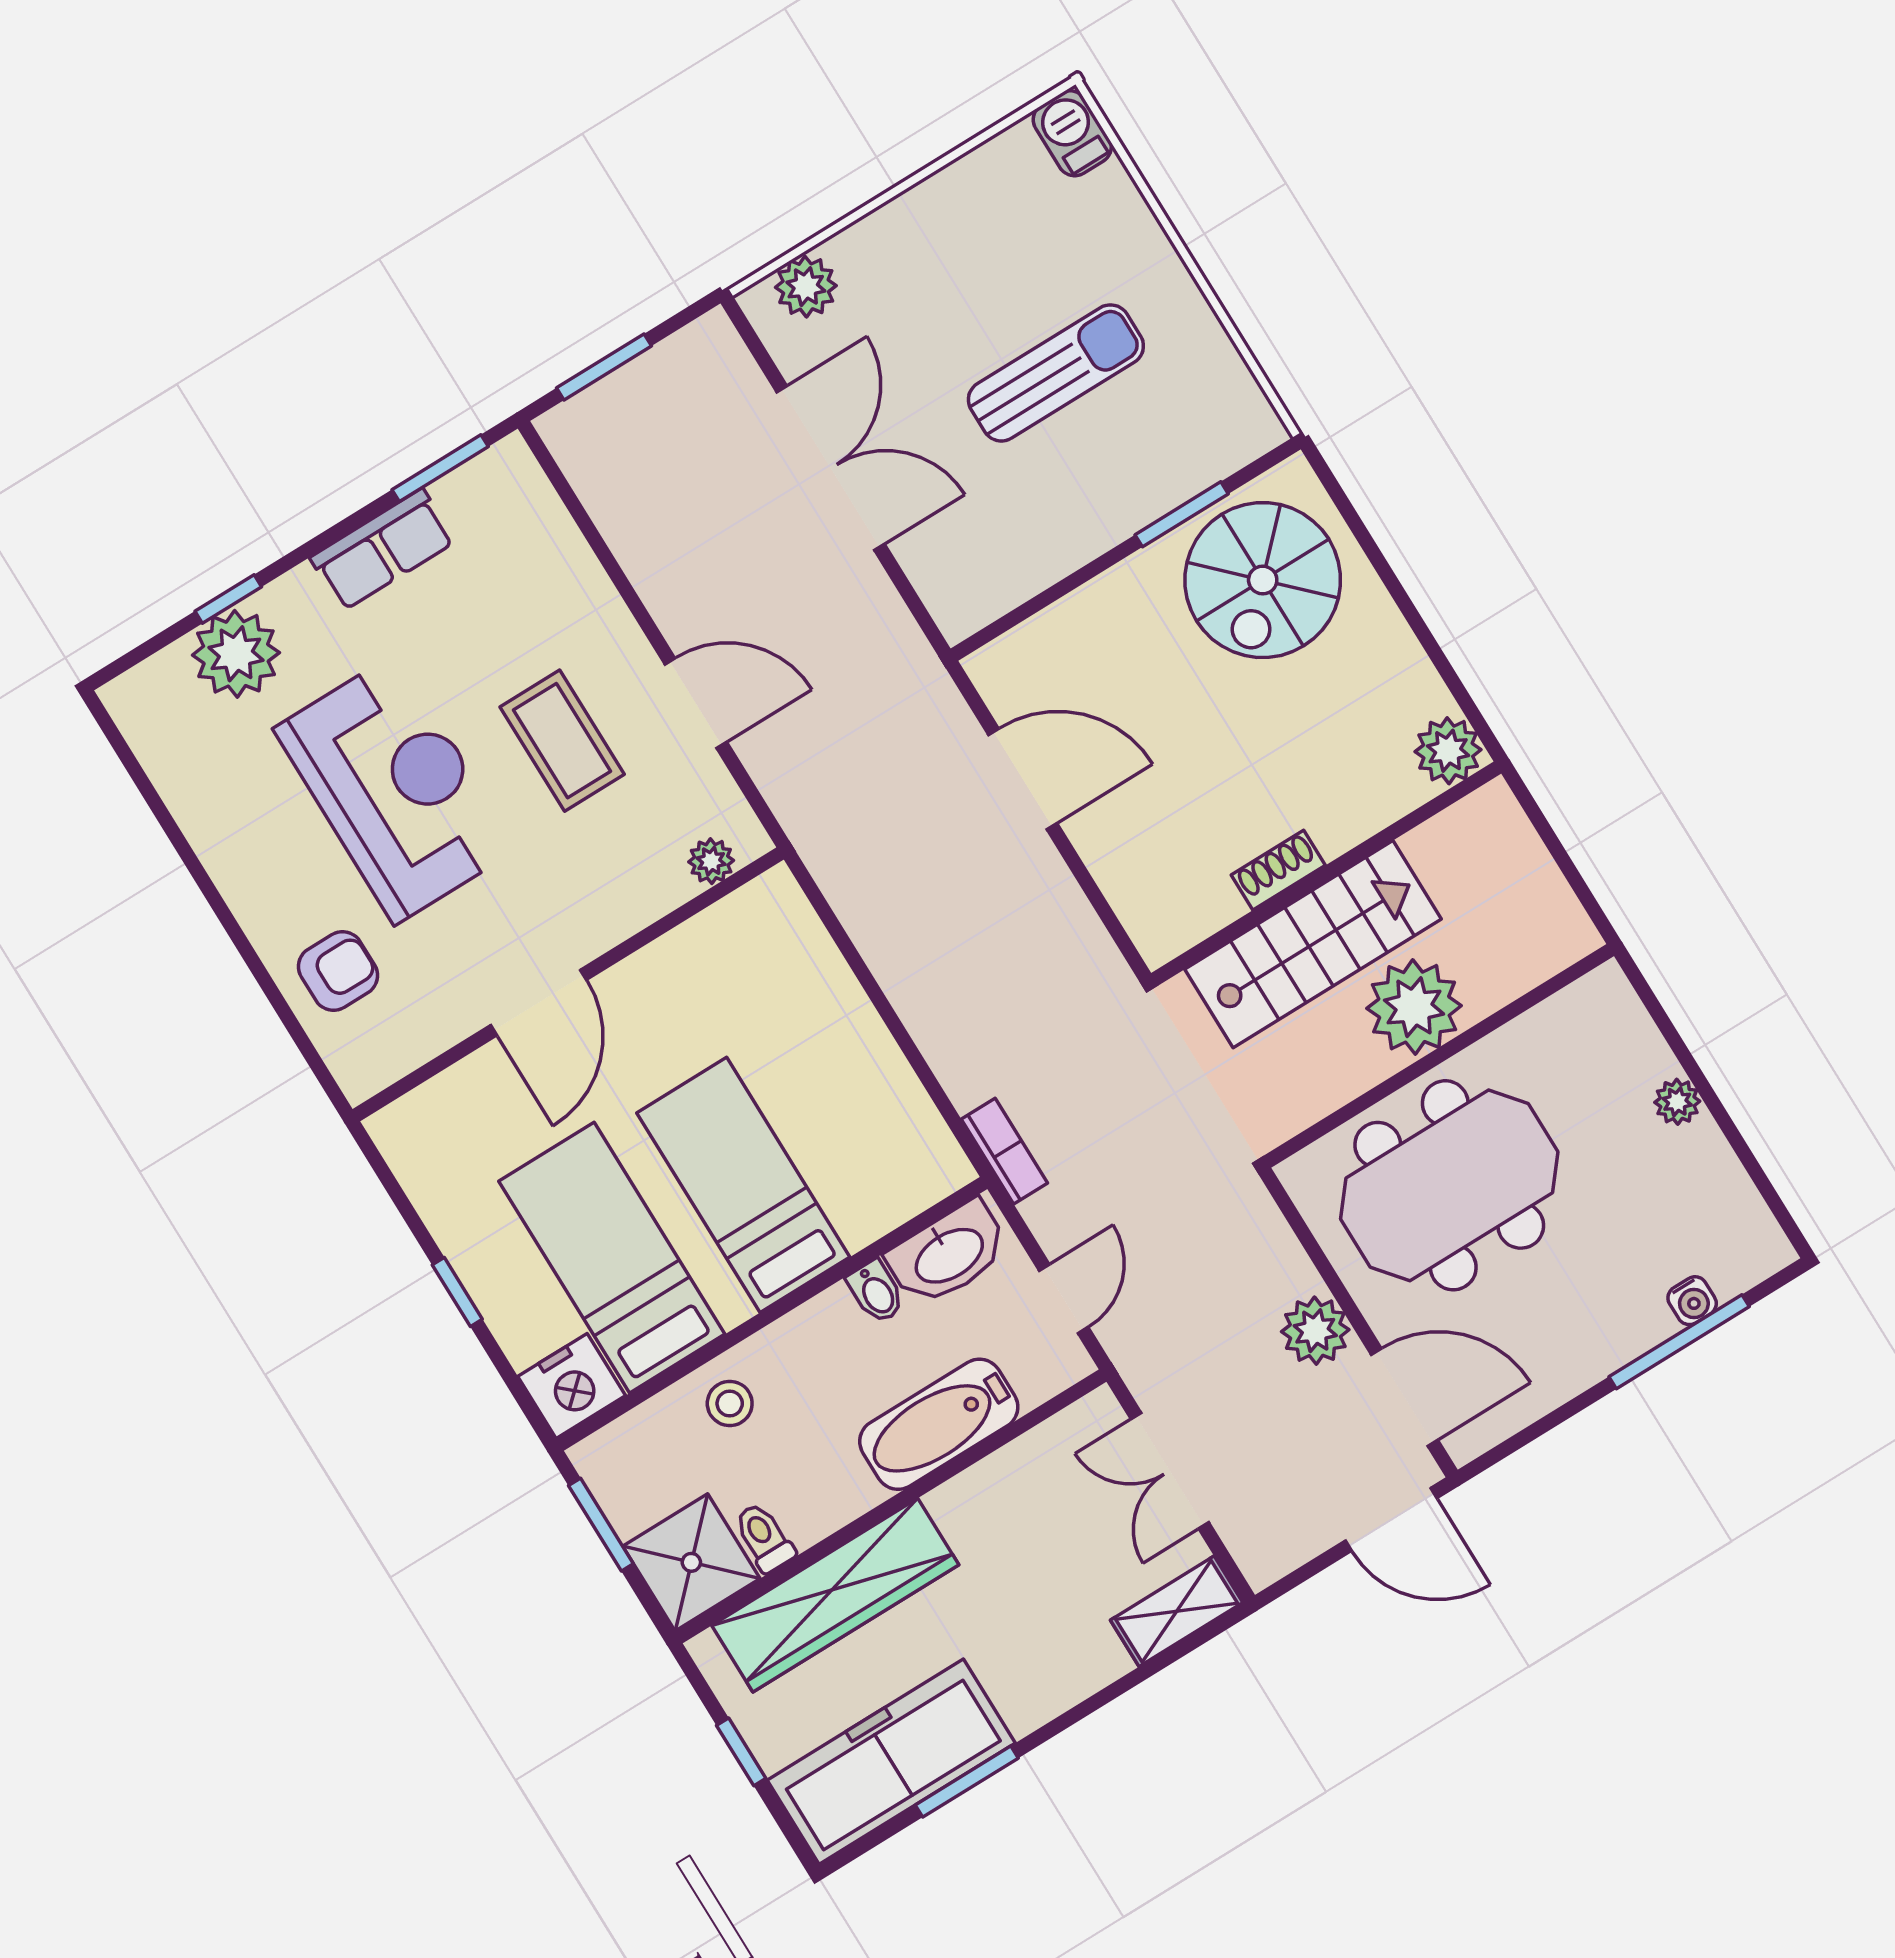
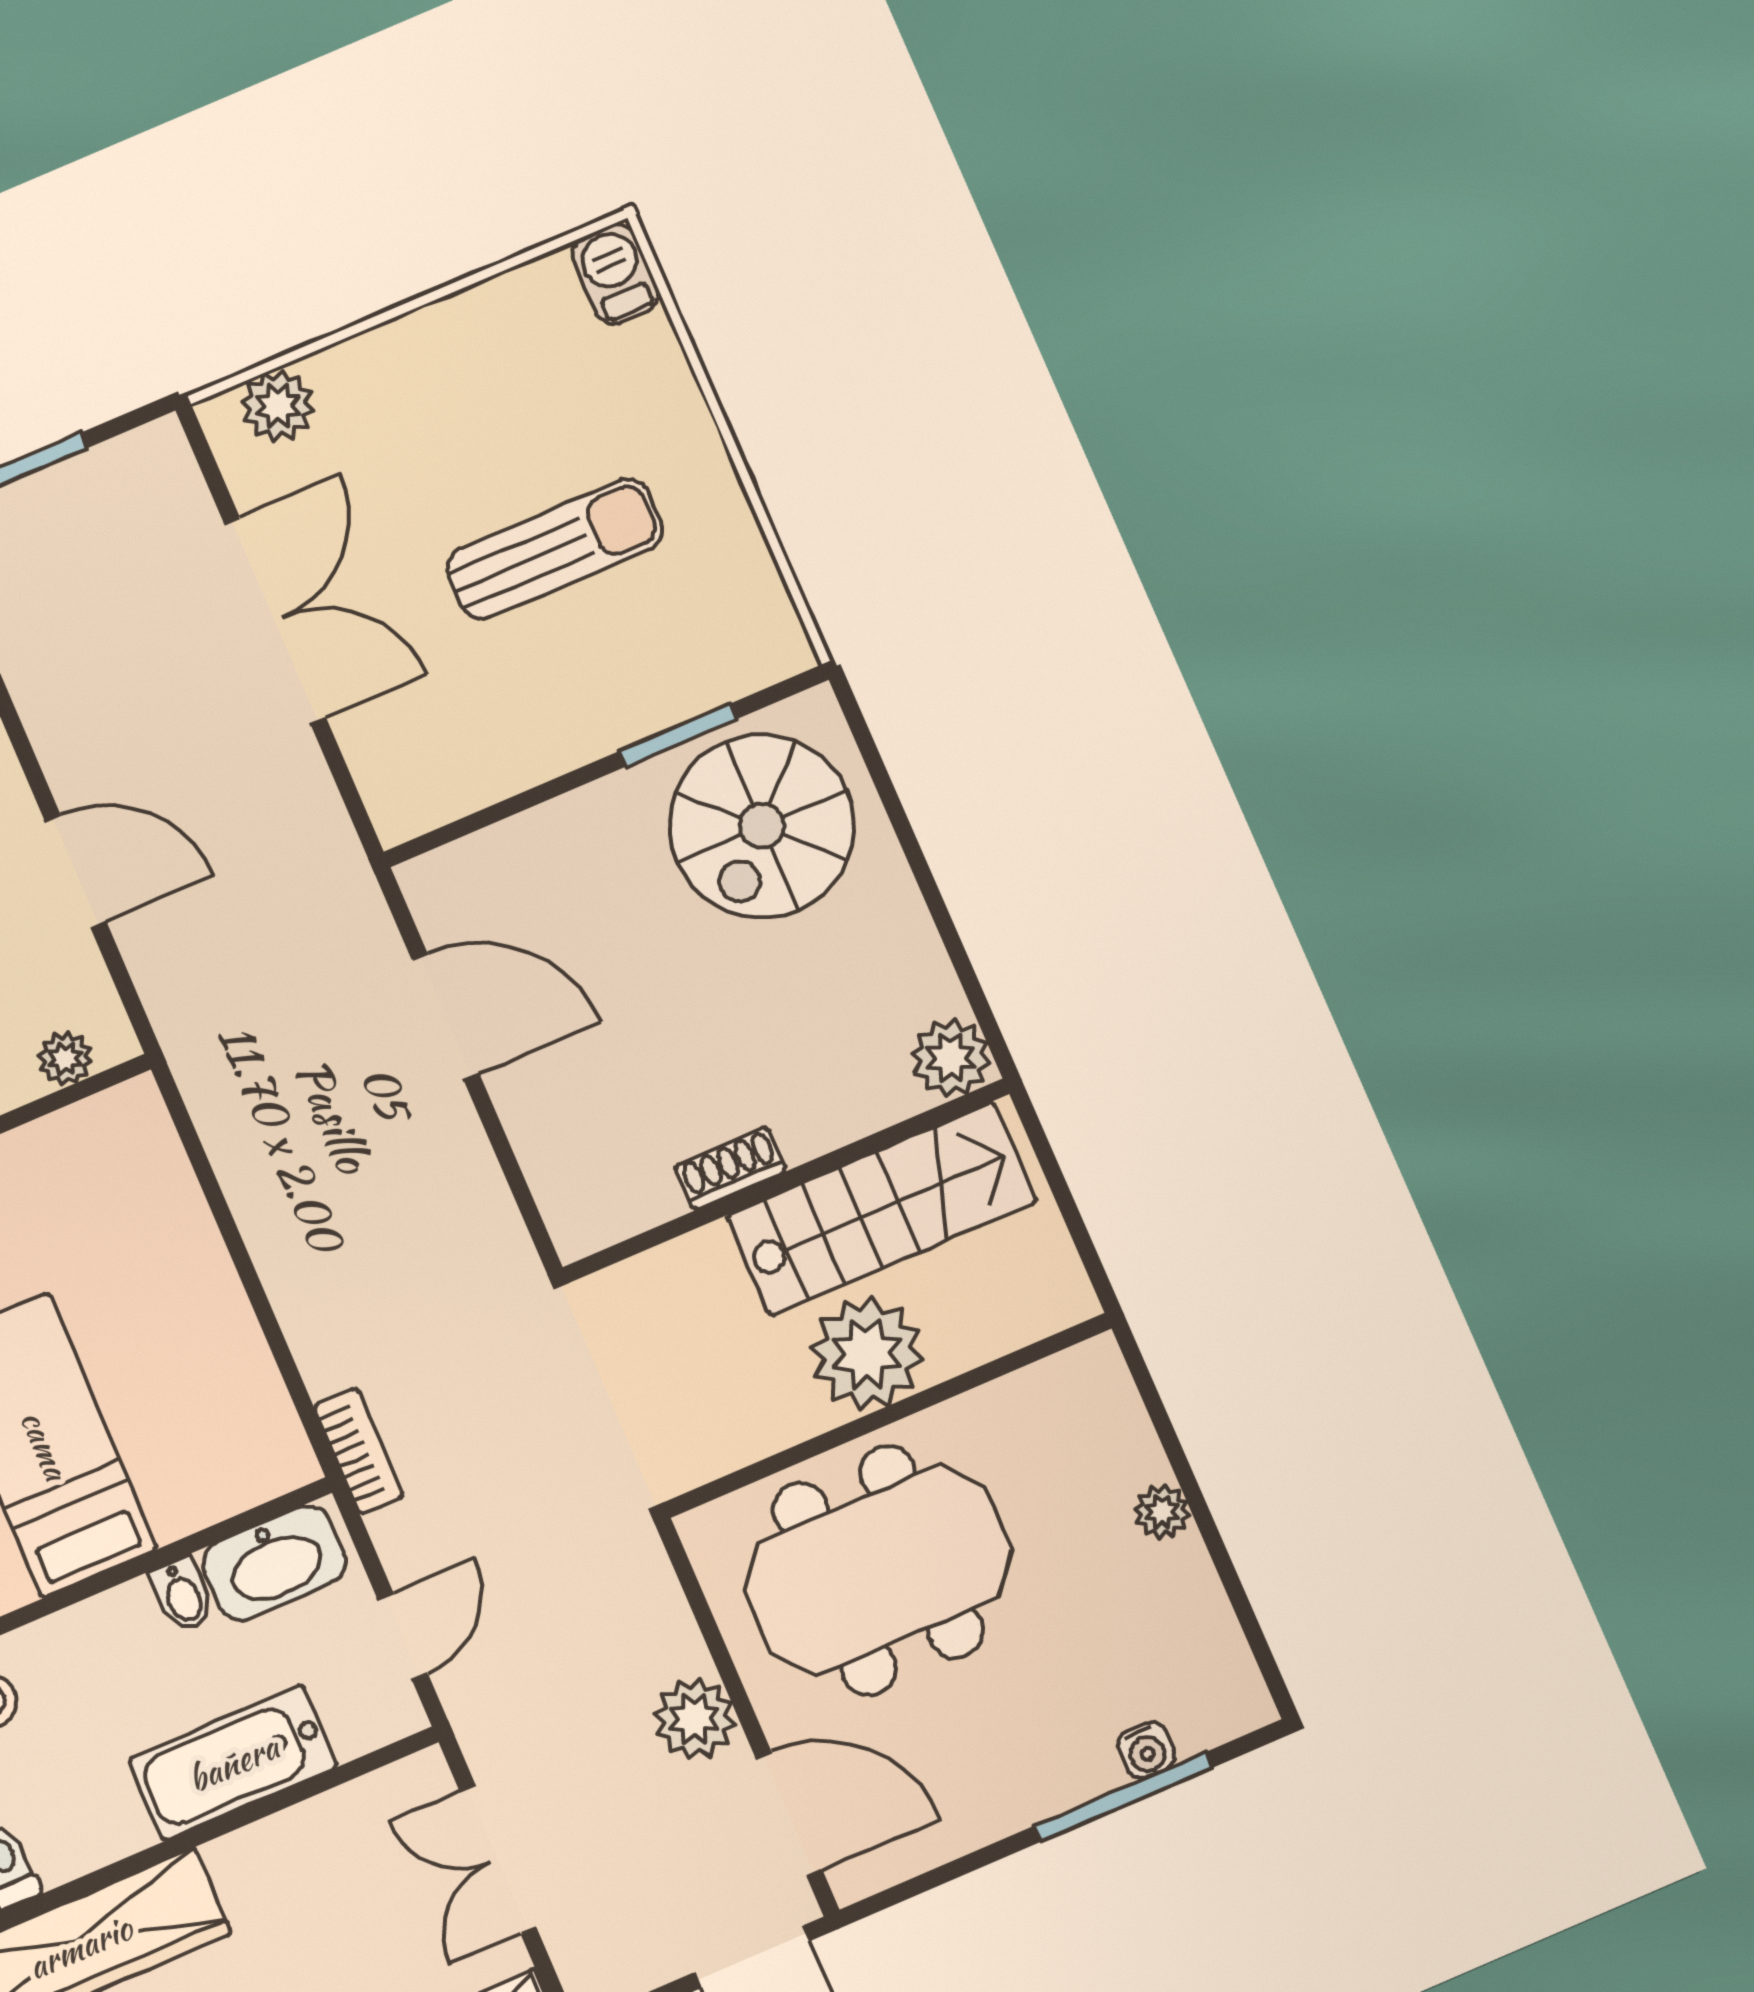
stairs: (1313, 944) -> (882, 1209), moved

